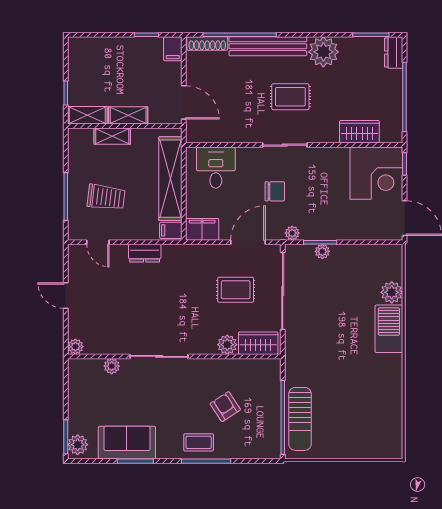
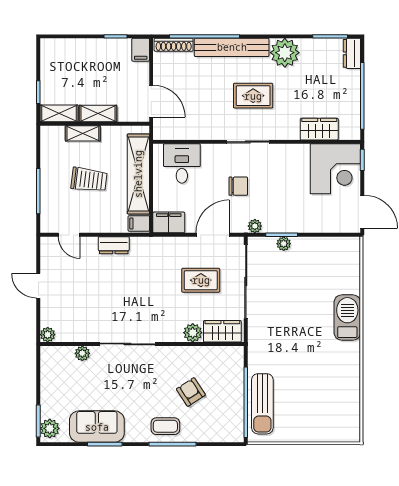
trolley: (106, 197) -> (89, 180), moved
plant: (392, 292) -> (350, 283), removed

